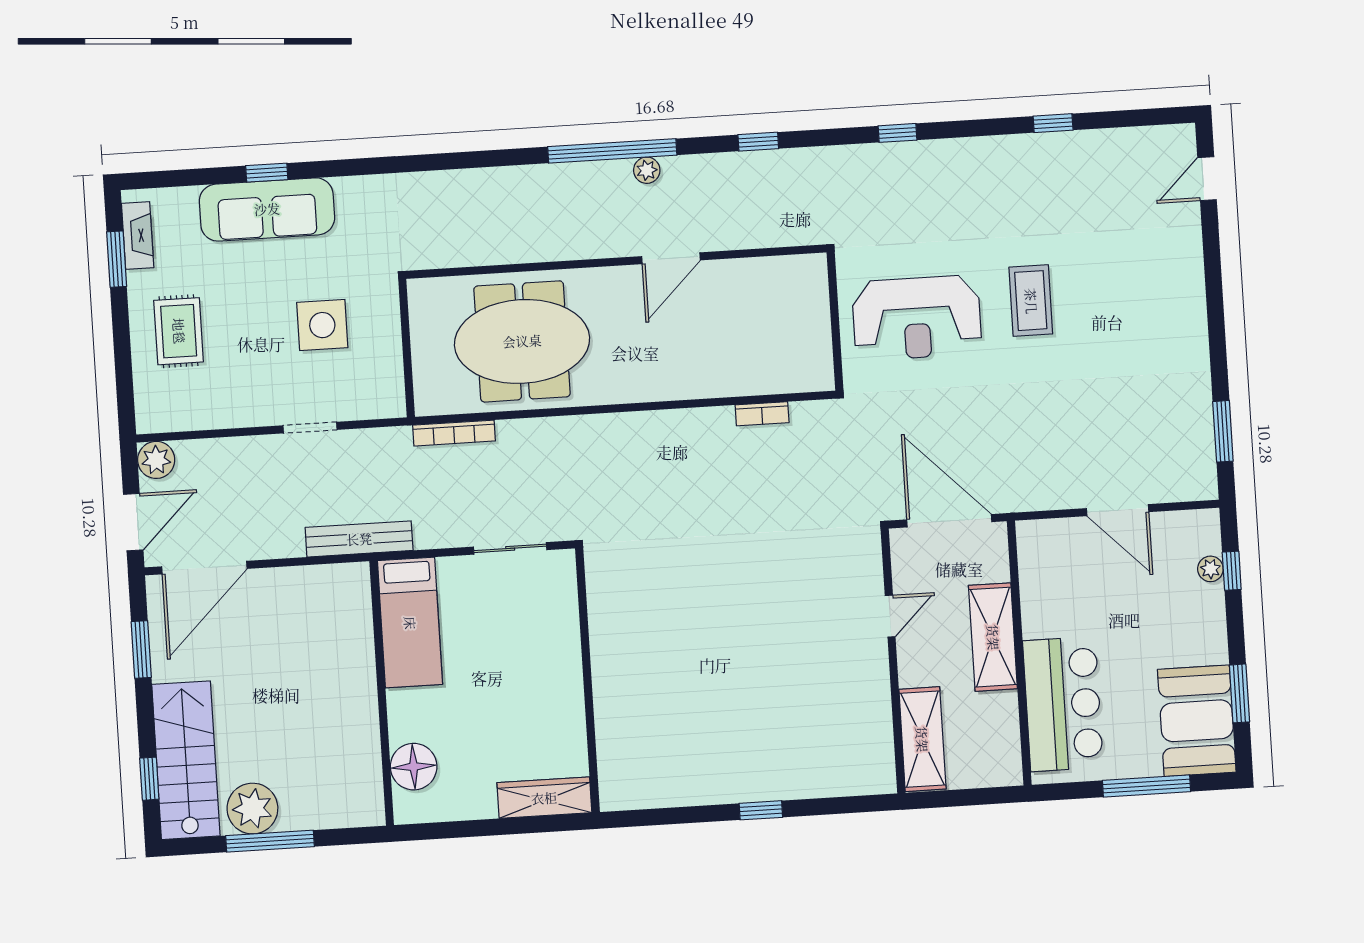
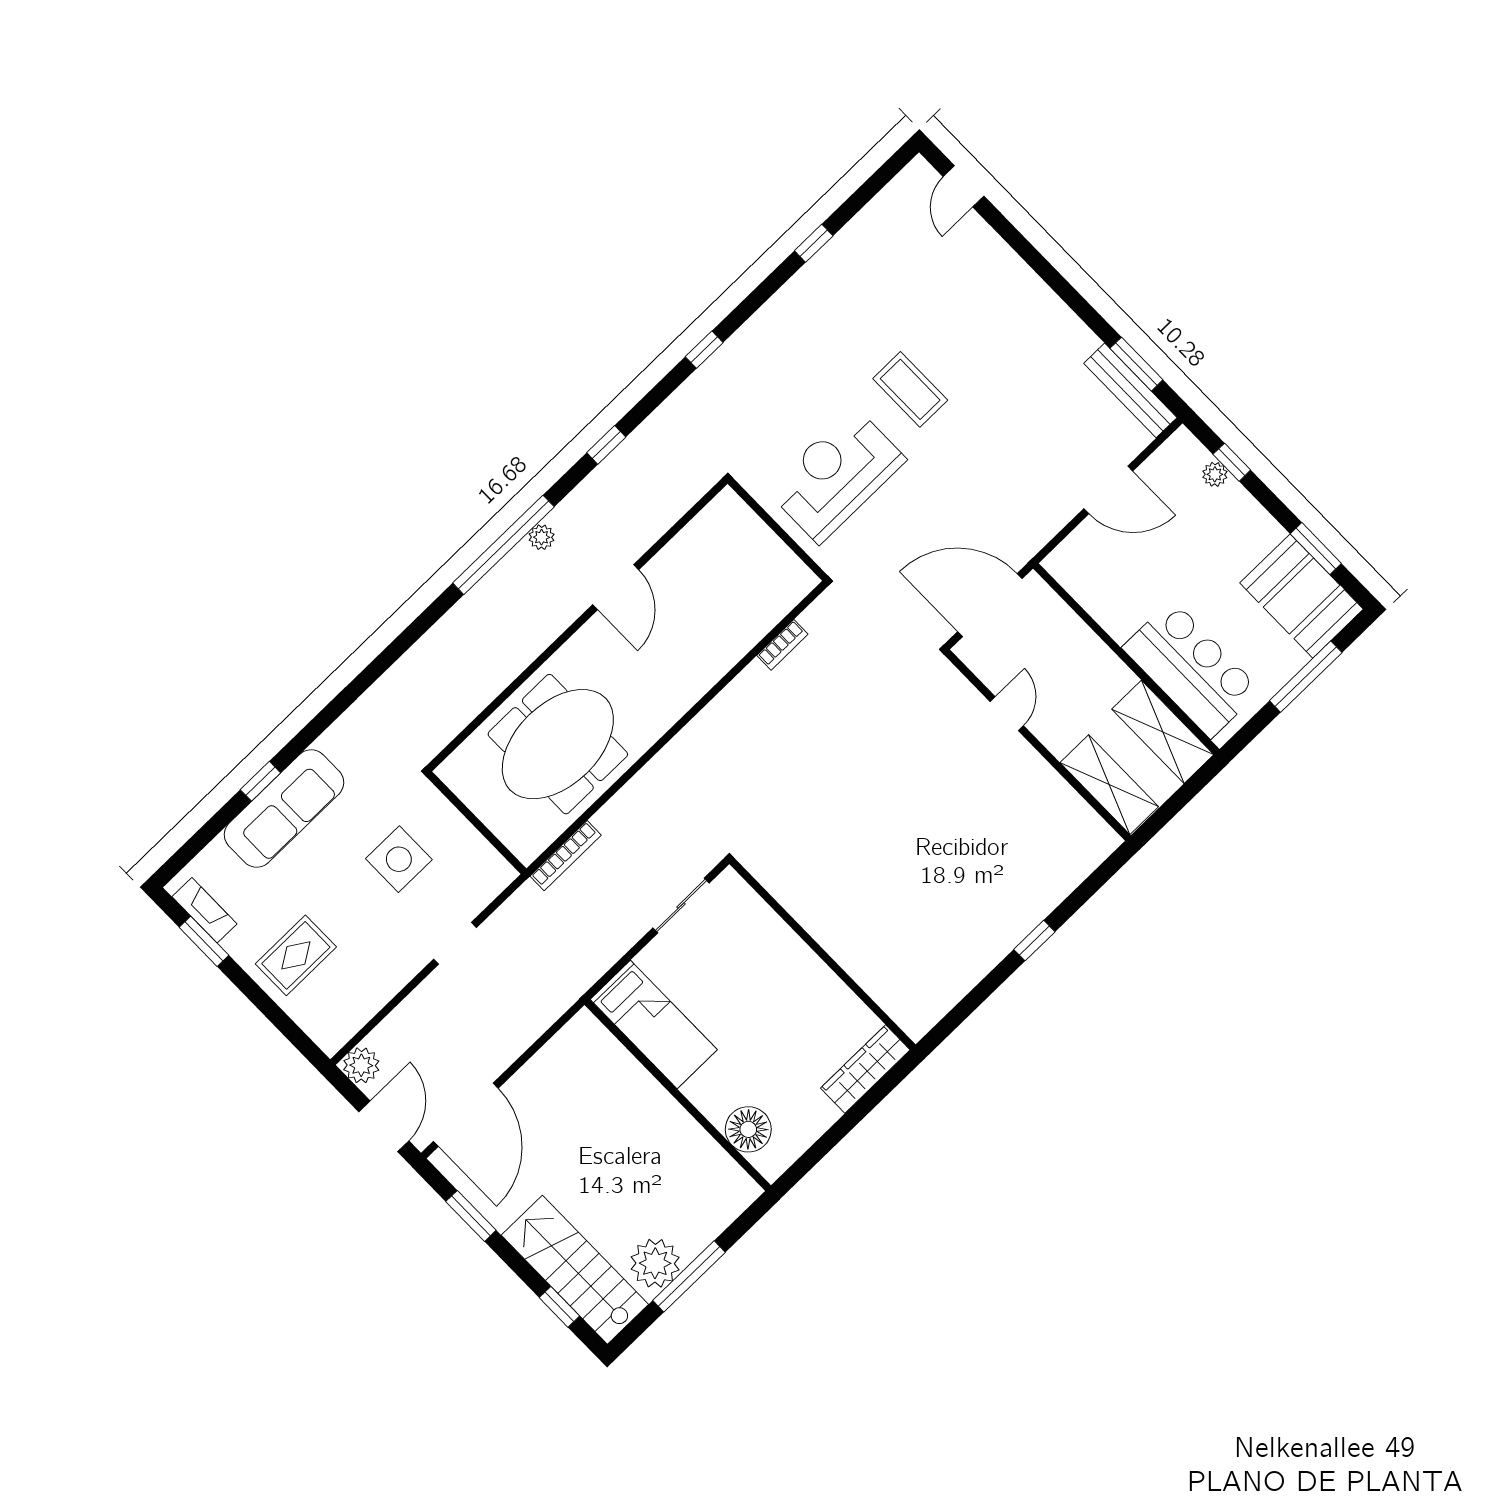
reception desk: (917, 318) -> (836, 475), turned 180
rug: (179, 331) -> (296, 955), turned 90
bench: (359, 539) -> (1130, 390), moved, turned 90
shelving: (993, 637) -> (1163, 732), moved

